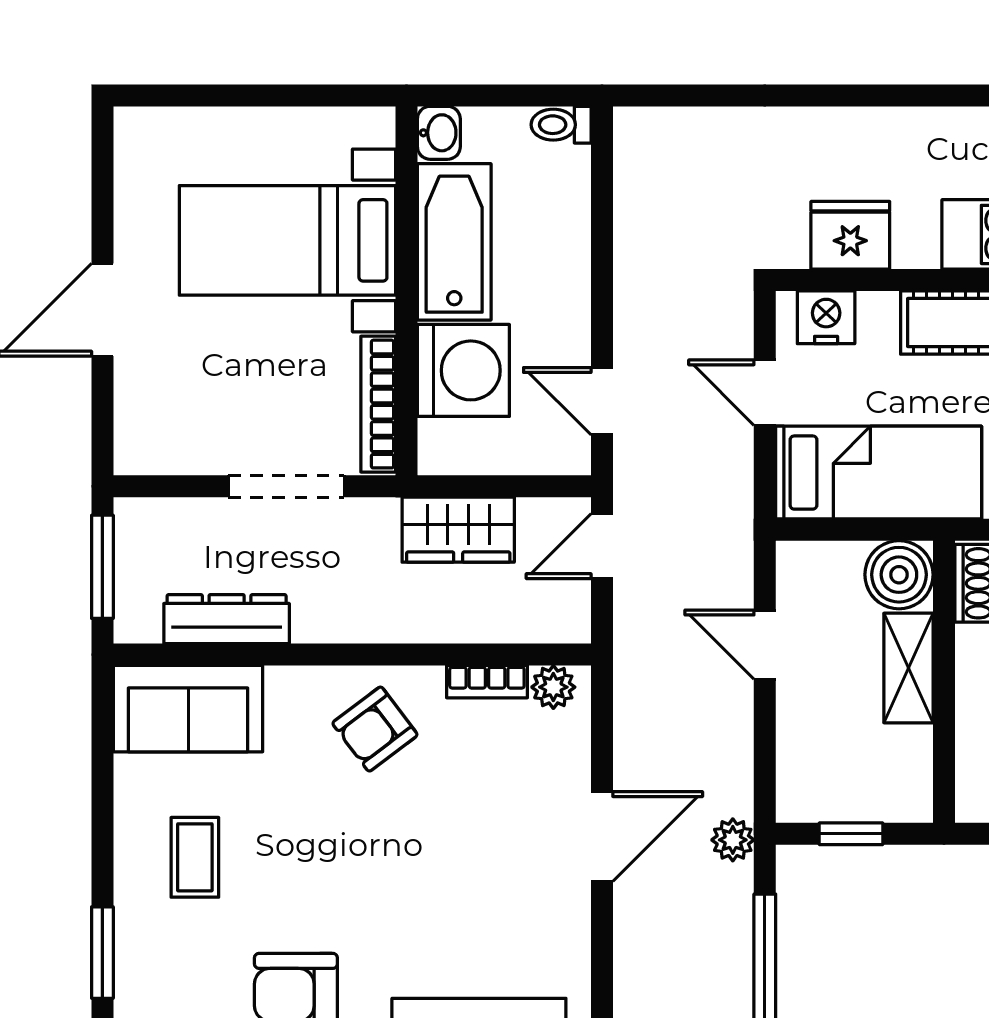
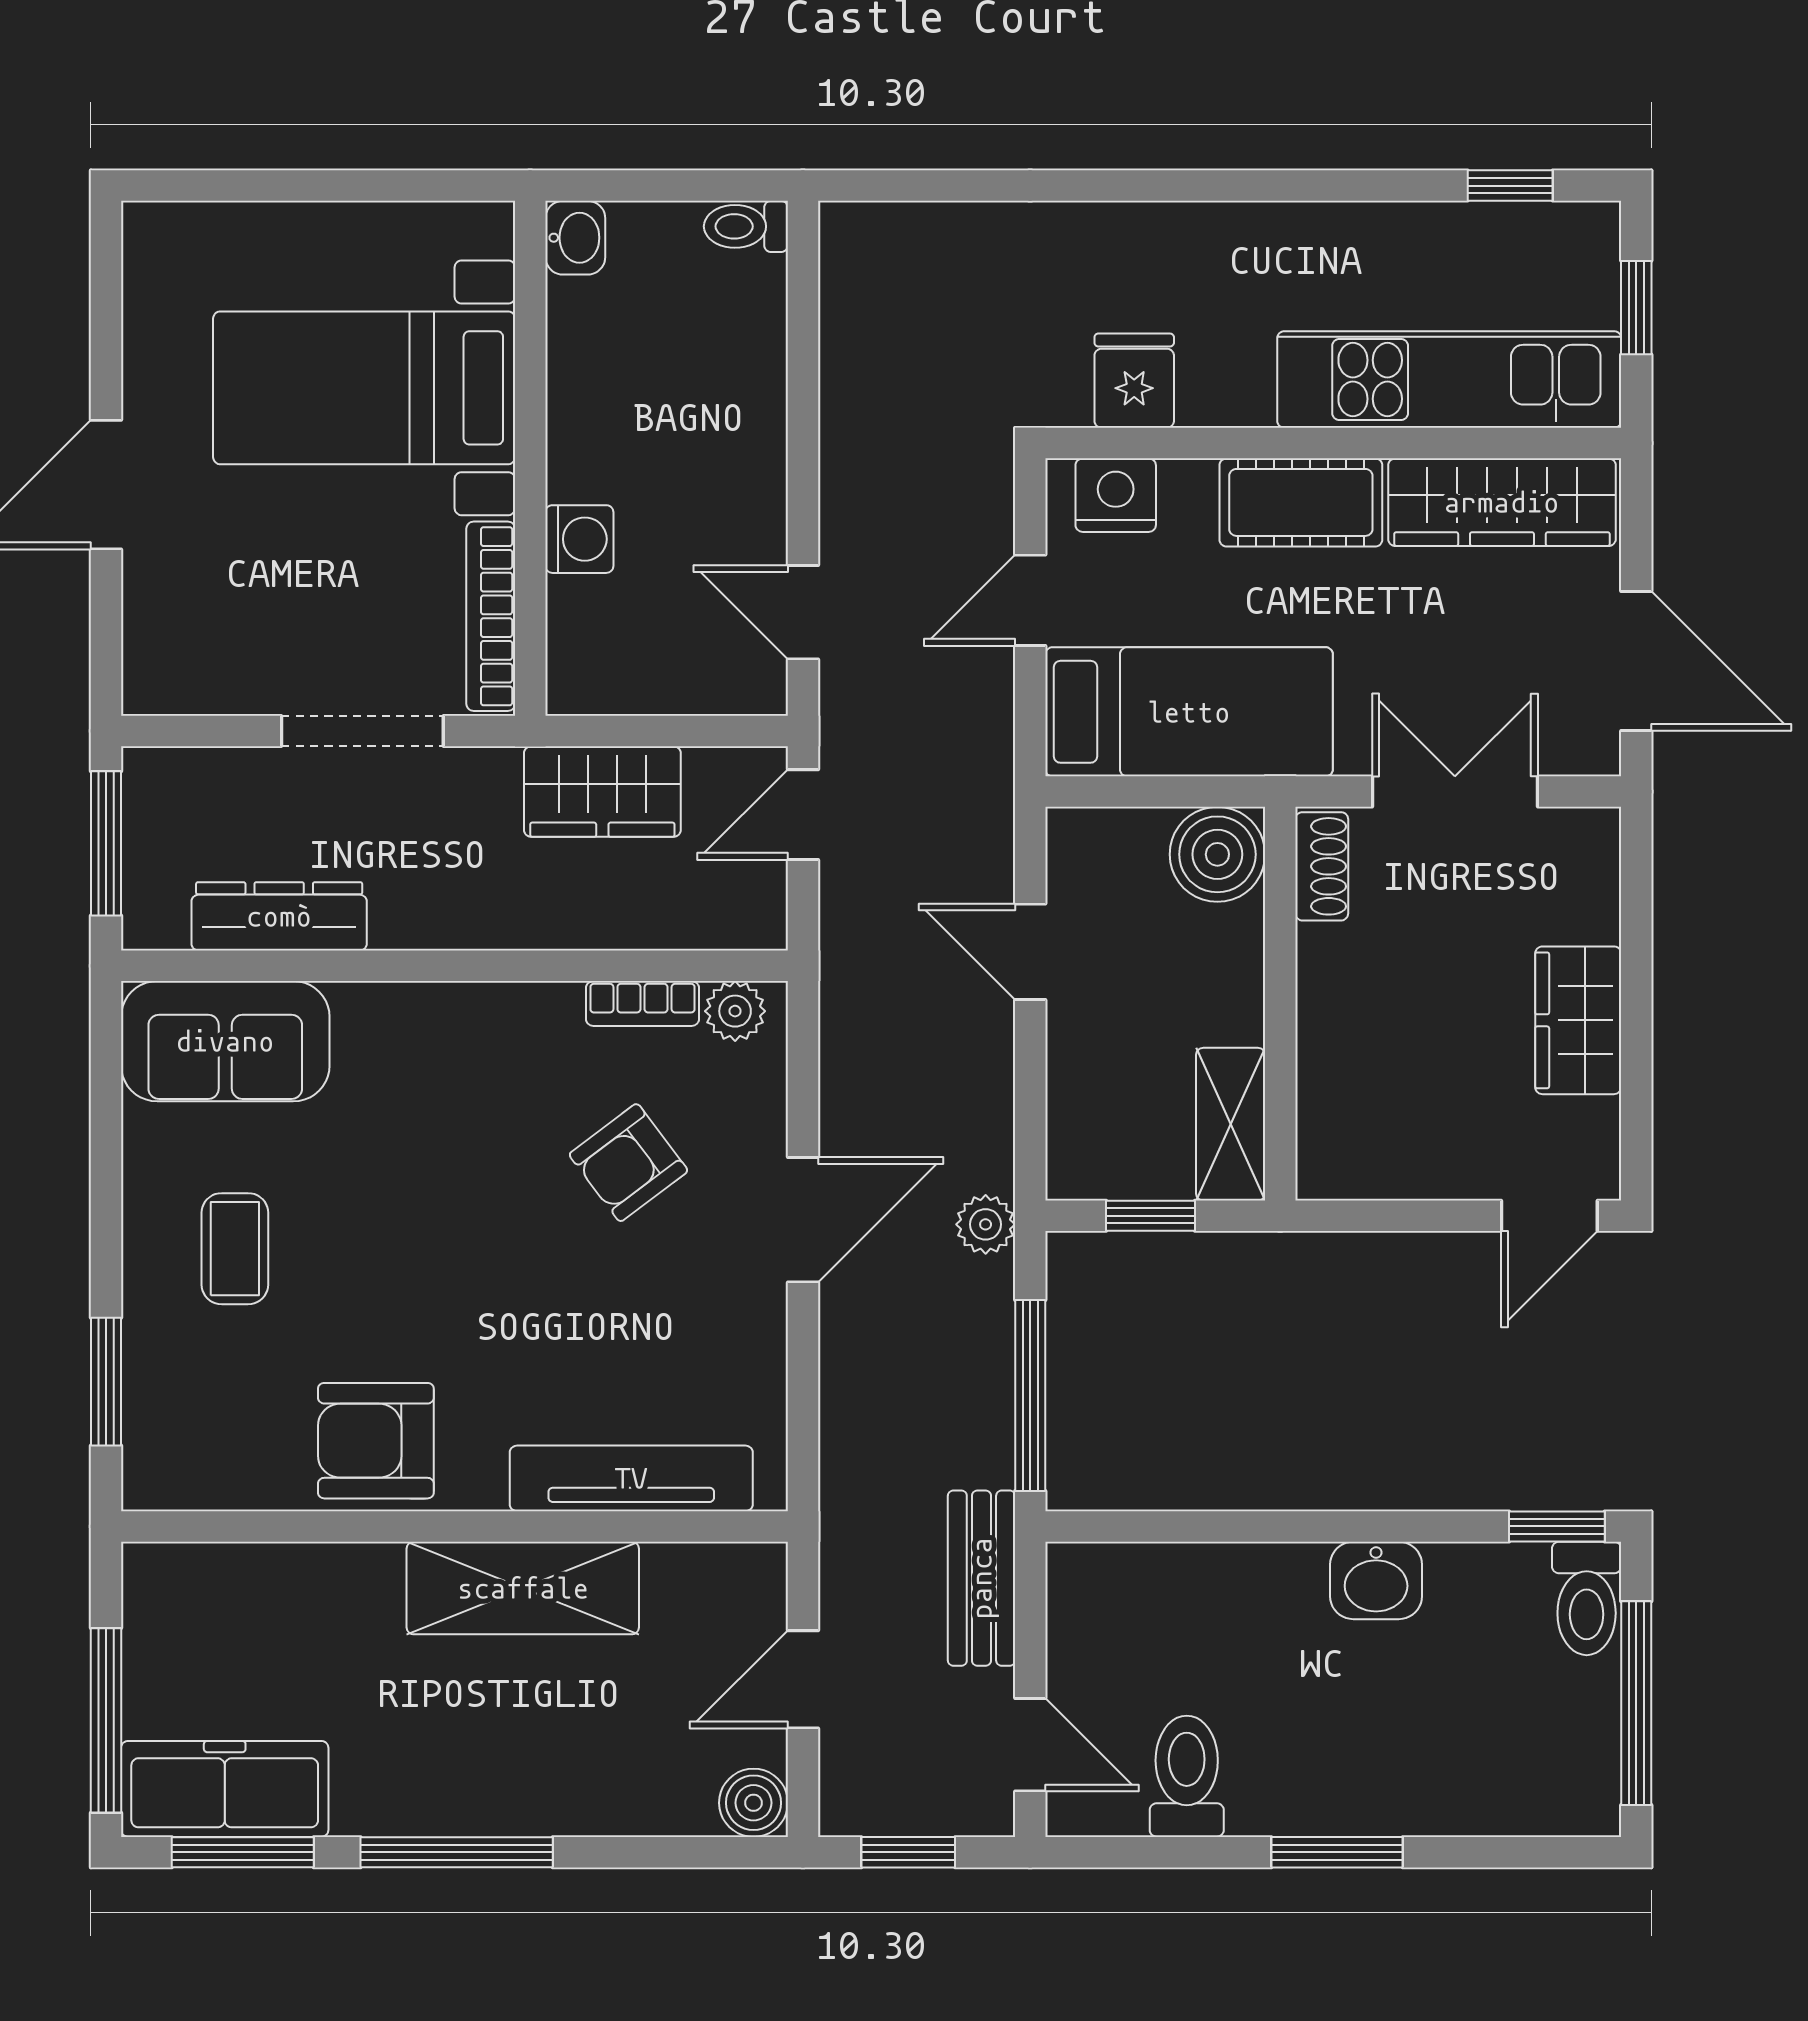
fridge: (850, 235) -> (1134, 381), width x0.72
bathtub: (454, 242) -> (597, 390), removed
washing machine: (463, 370) -> (579, 539), width x0.53, depth x0.53
door: (765, 393) -> (1030, 600), hinge flipped
shelving: (908, 668) -> (1231, 1124), moved
armchair: (375, 729) -> (628, 1163), moved

